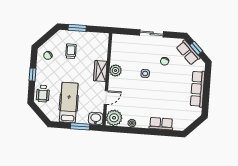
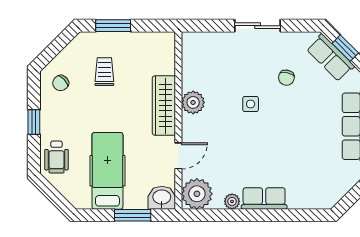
wardrobe: (100, 71) -> (164, 106), width x1.50
row of seats: (161, 124) -> (264, 198), moved

